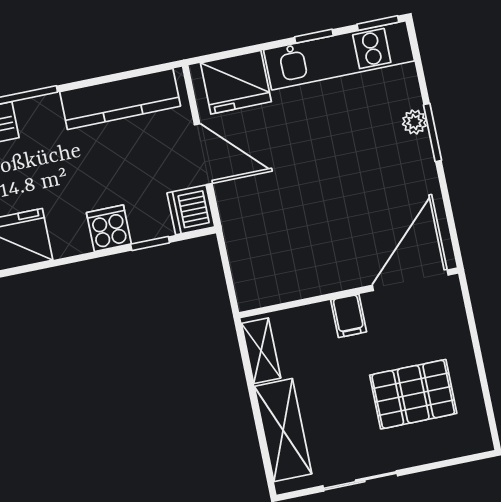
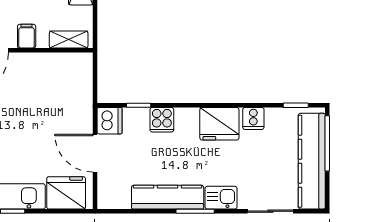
kitchen counter: (120, 99) -> (168, 197), moved
shelving: (261, 351) -> (69, 40), moved, turned 90

